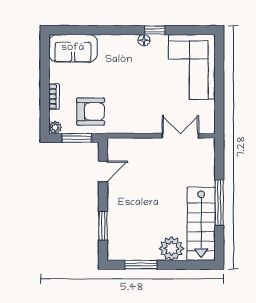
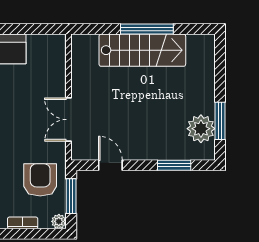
double door: (180, 136) -> (69, 120), moved
stairs: (201, 224) -> (142, 50), moved
plant: (171, 248) -> (201, 129), moved

